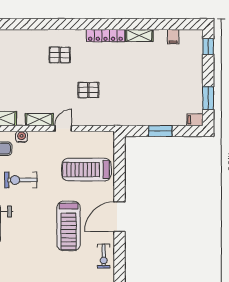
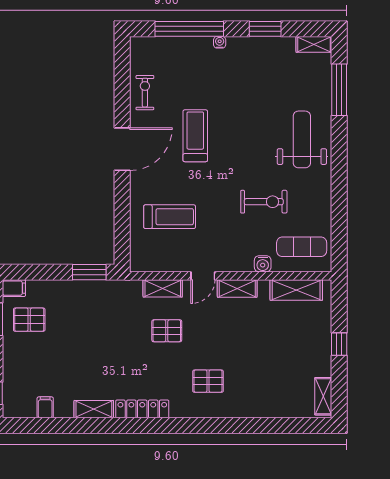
pallet: (184, 98) -> (29, 320), added
shelving: (91, 120) -> (163, 288), added
window: (160, 131) -> (89, 272), moved
treadmill: (86, 170) -> (170, 217), width x0.73, depth x0.73
treadmill: (69, 226) -> (195, 136), width x0.73, depth x0.73

